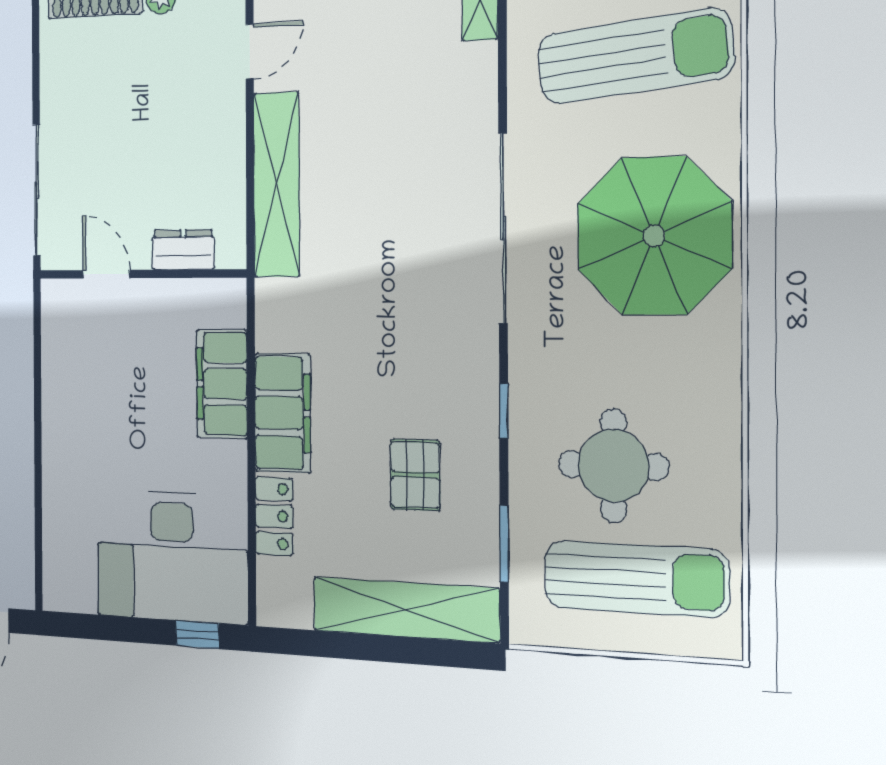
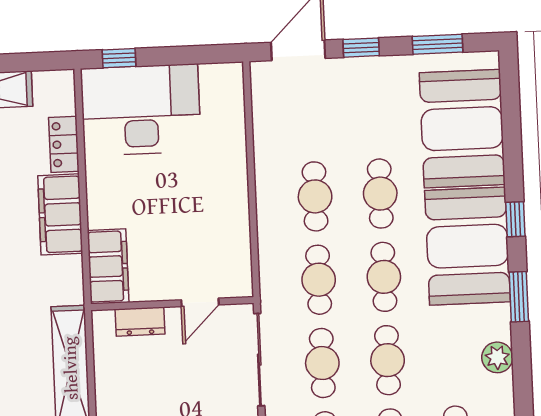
door: (106, 274) -> (200, 302), hinge flipped
filing cabinet: (222, 384) -> (108, 266), moved

